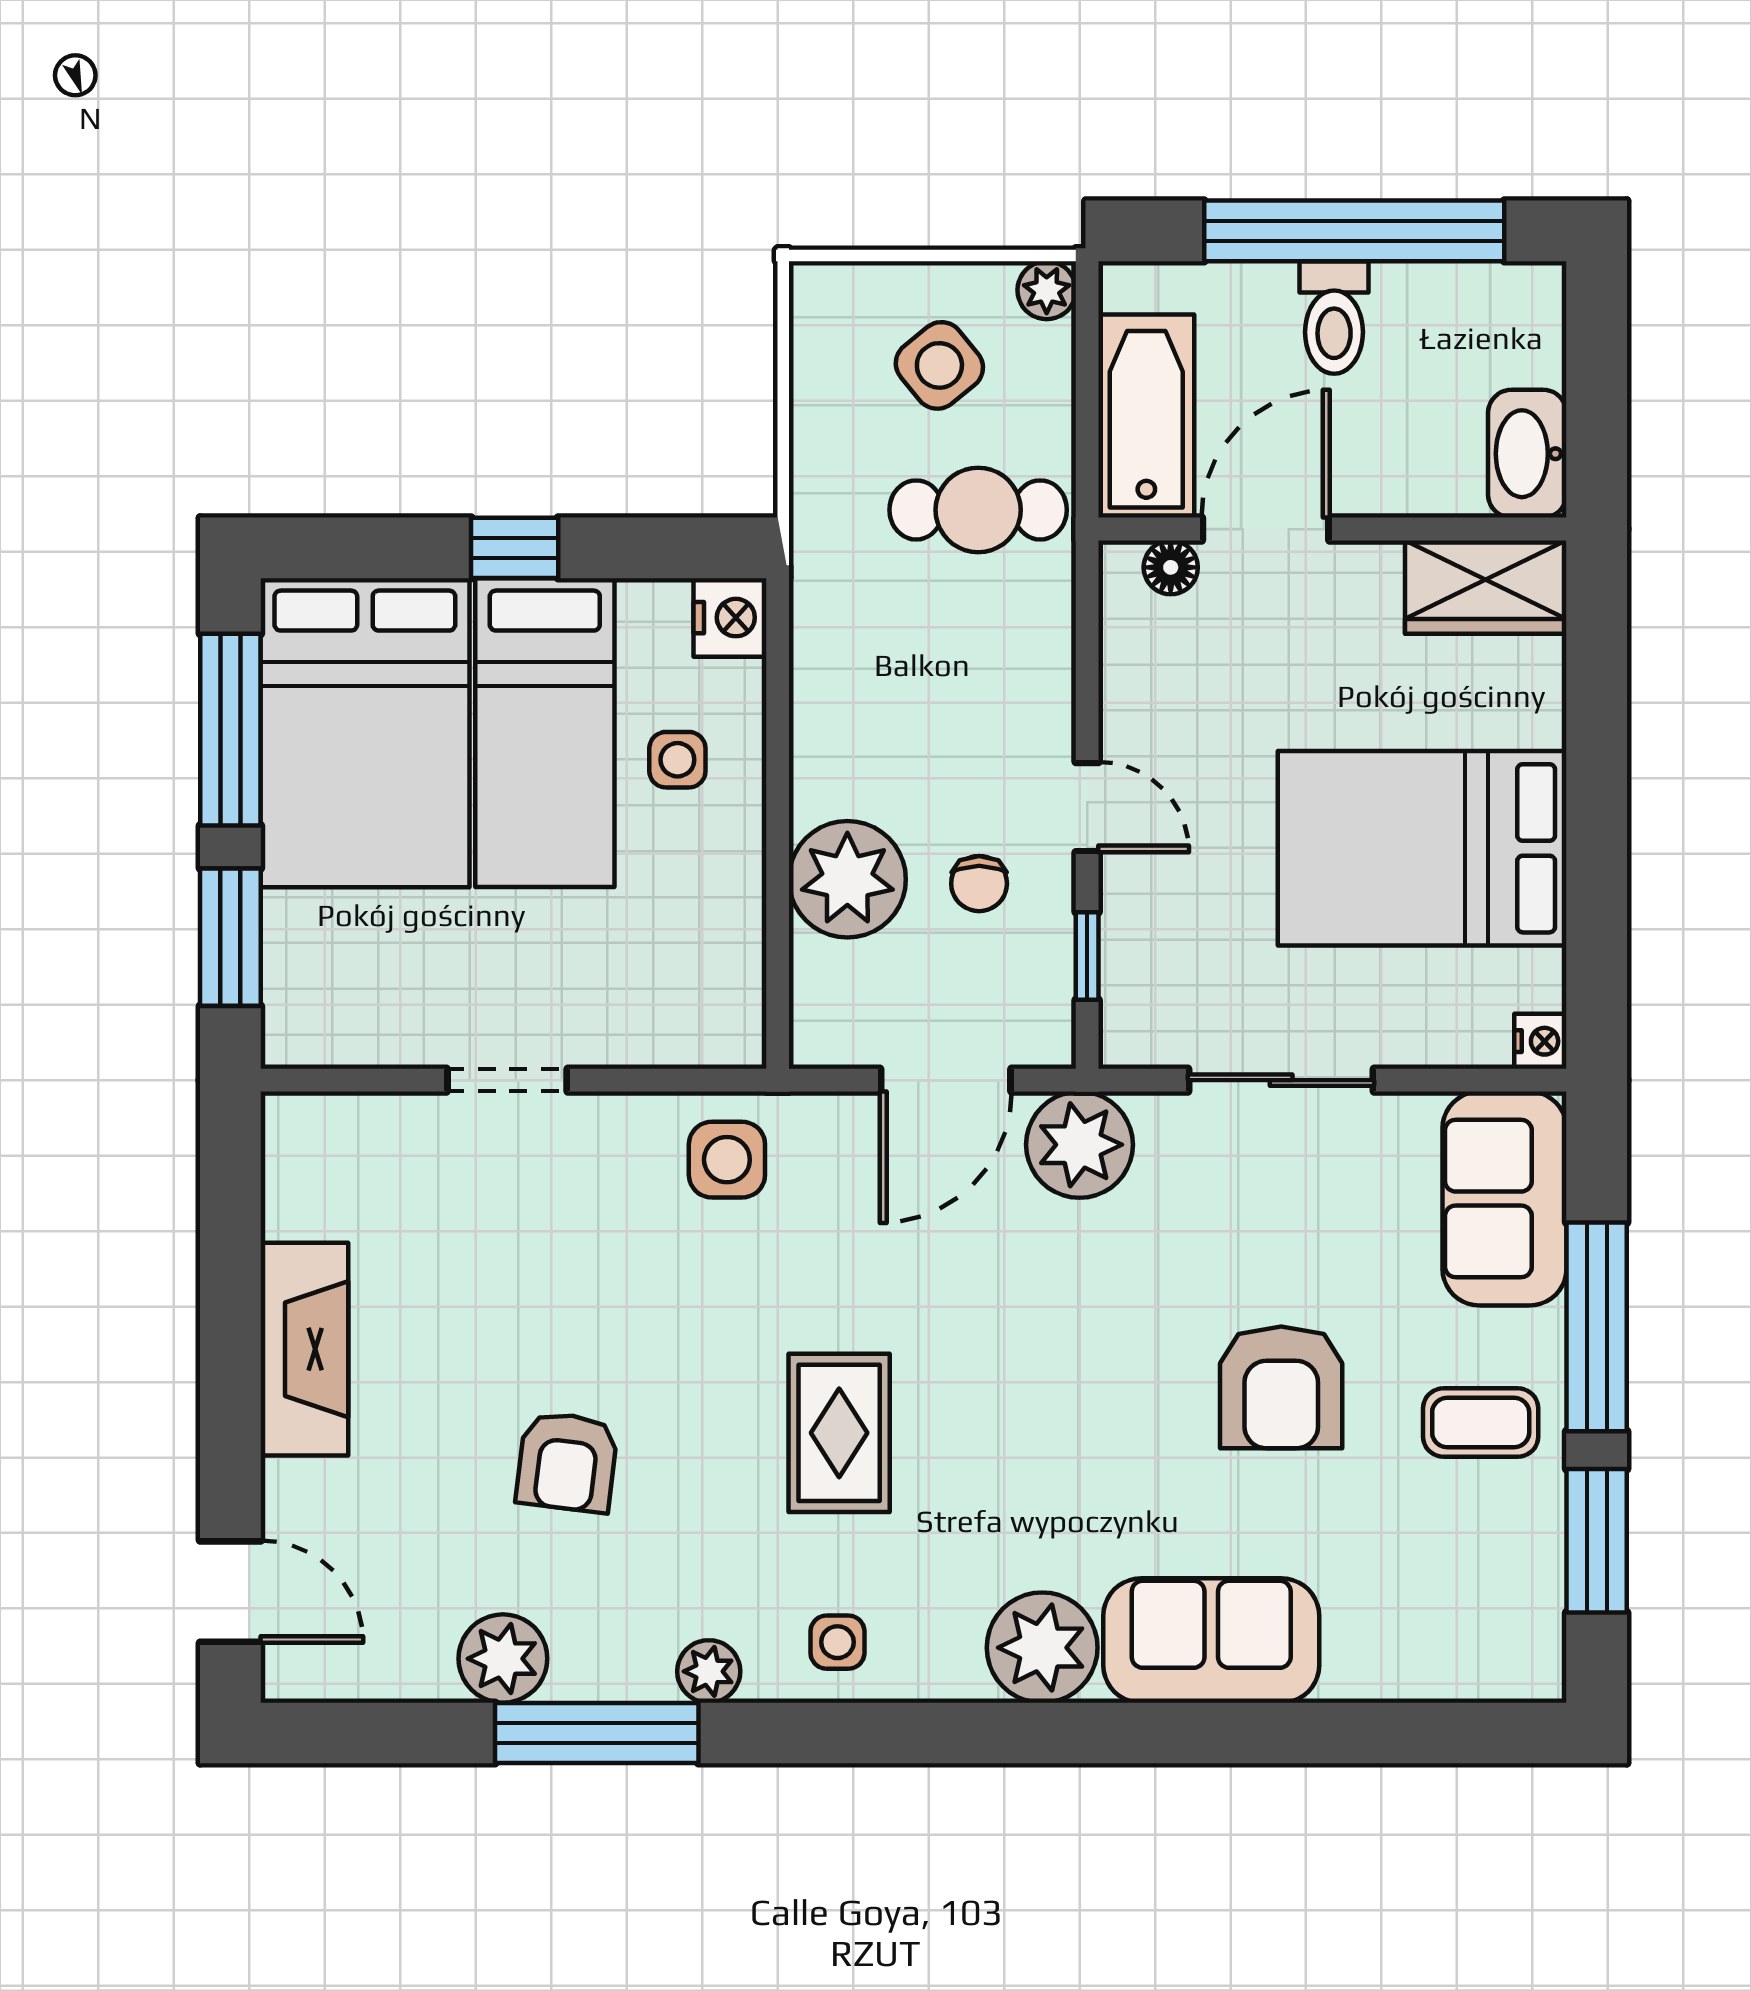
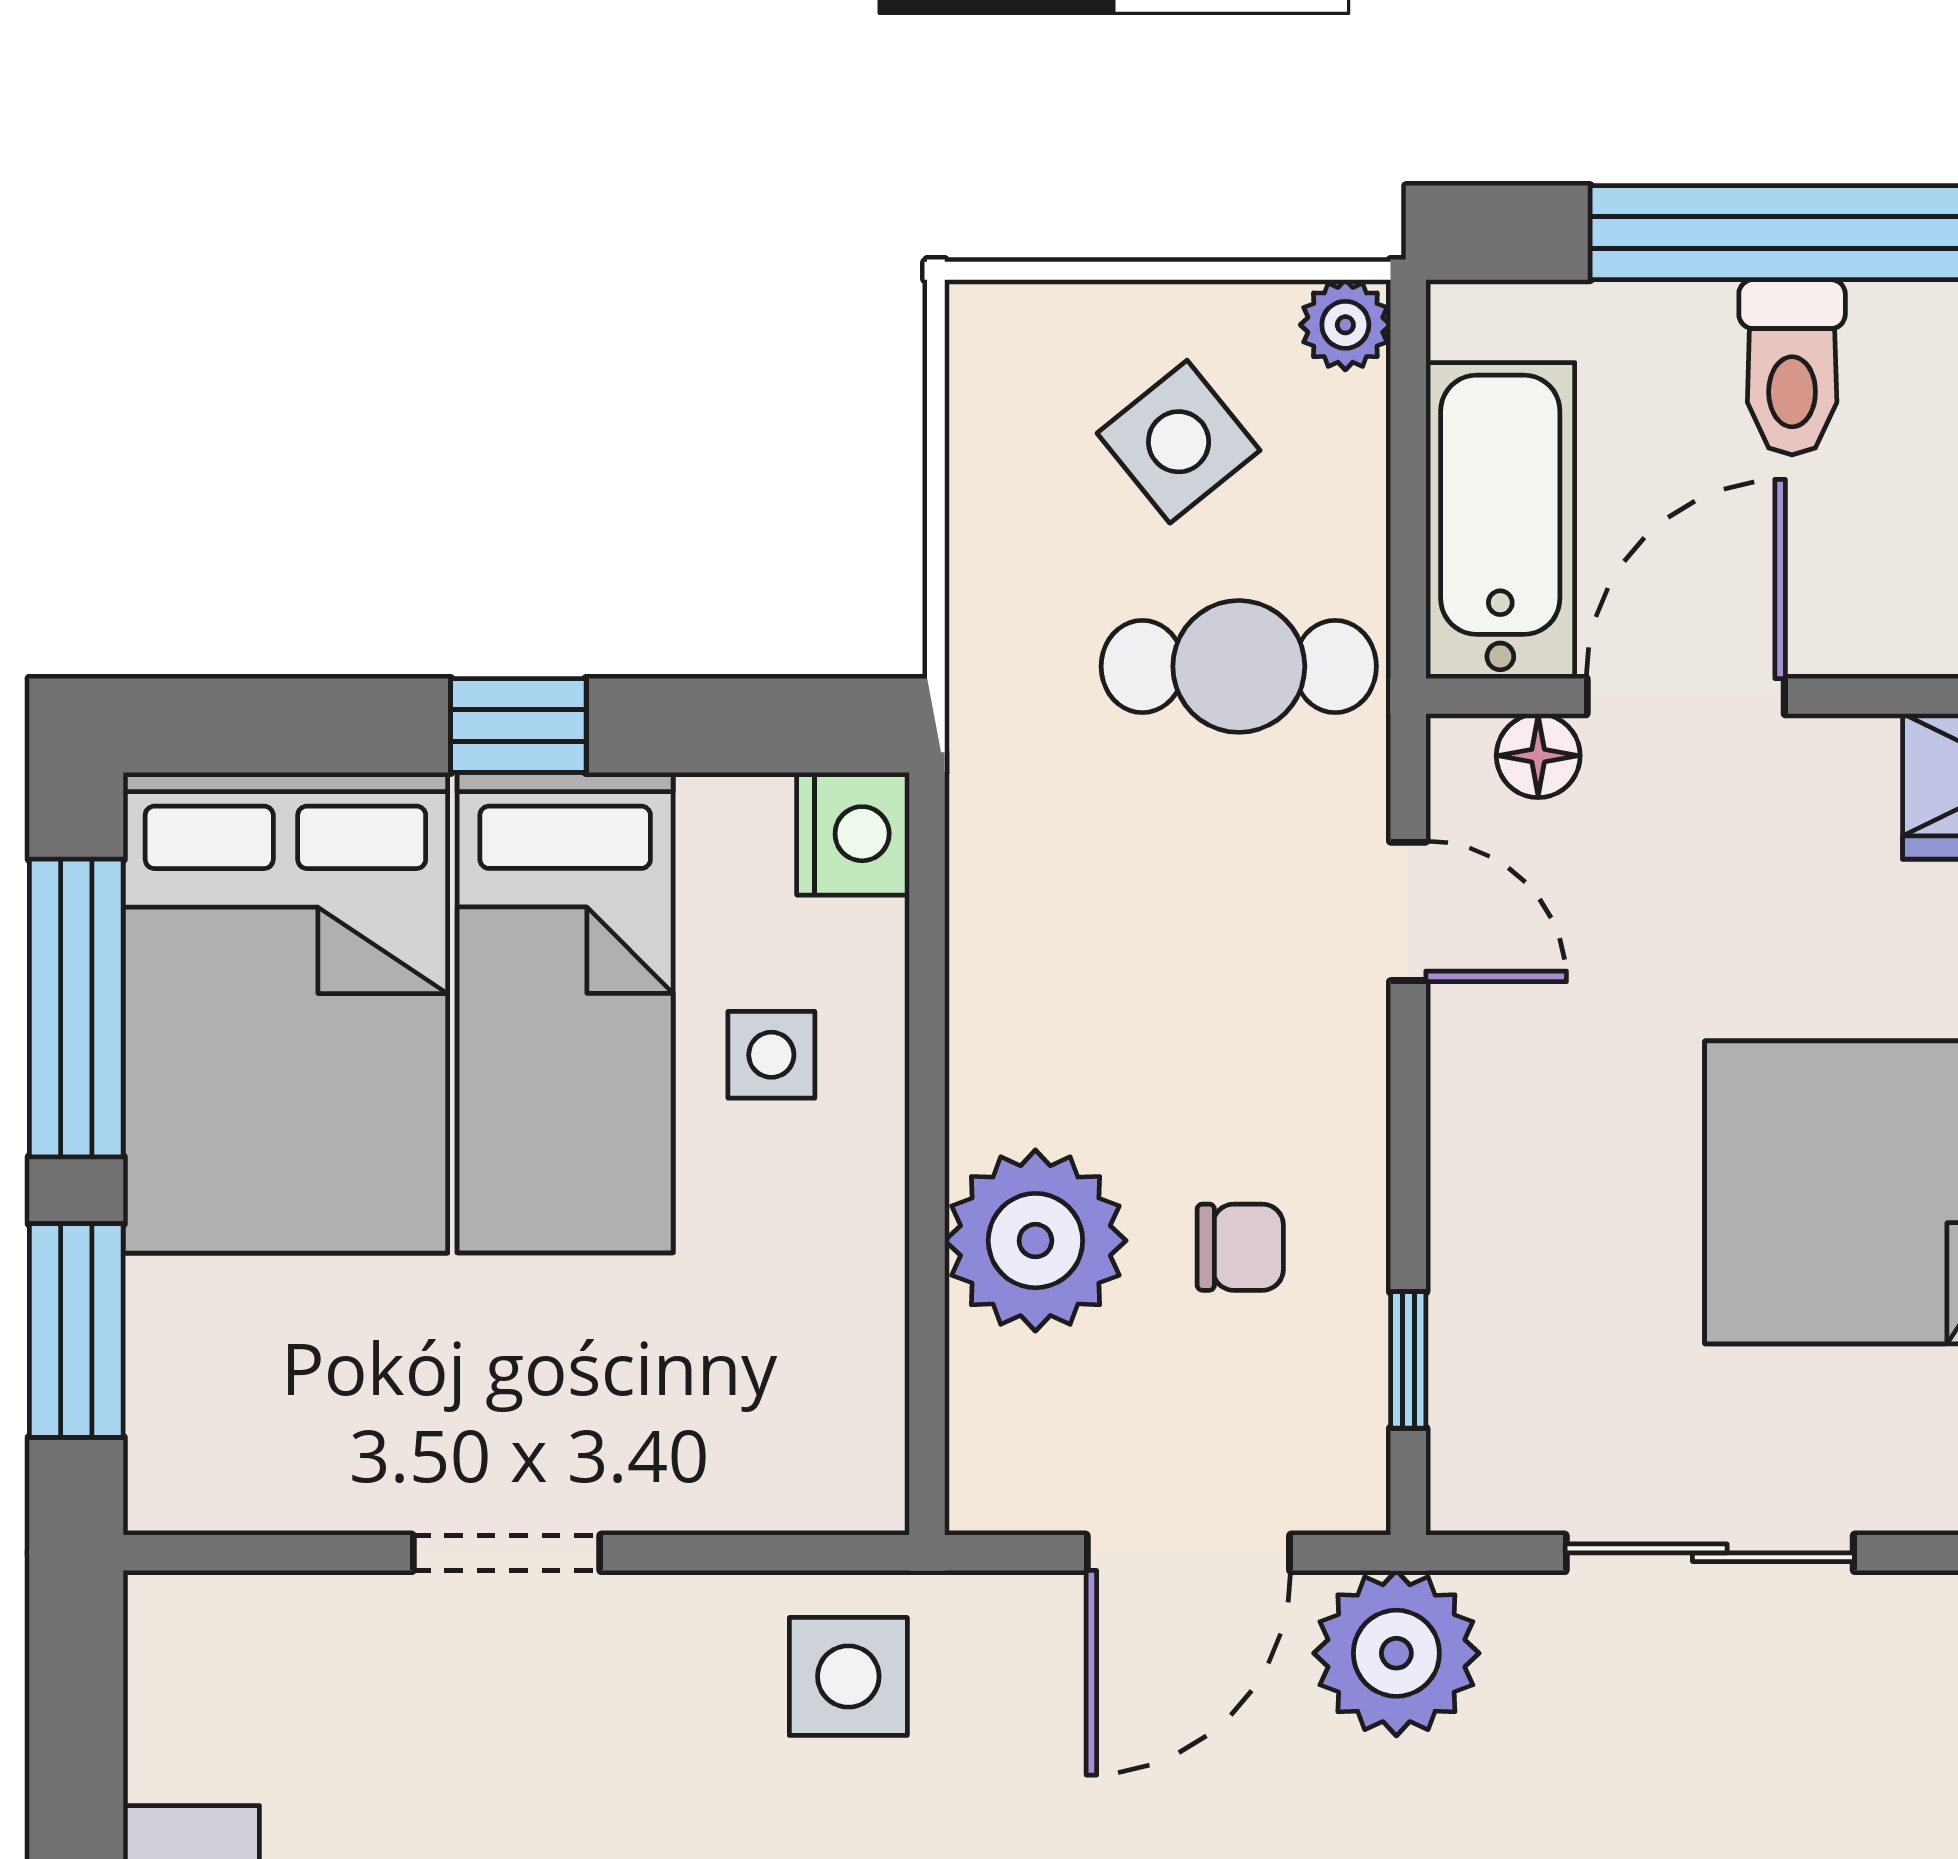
door: (1087, 807) -> (1408, 911), moved
chair: (979, 884) -> (1240, 1247), turned -90

